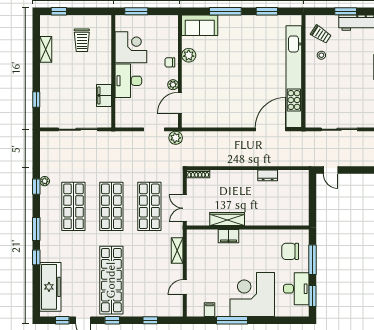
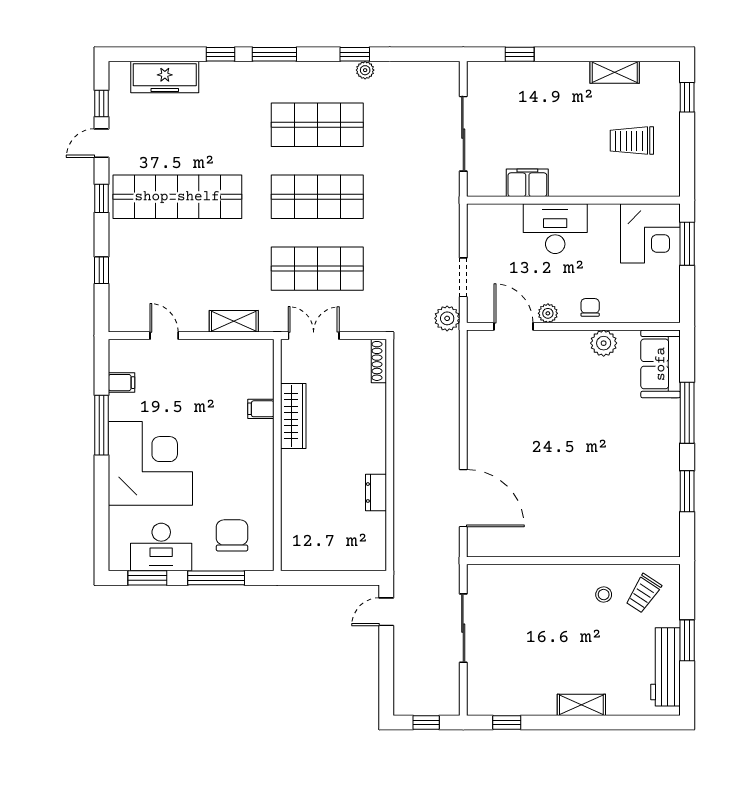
corner desk: (131, 47) -> (650, 233), moved
kitchen unit: (294, 77) -> (563, 543), removed
filing cabinet: (228, 236) -> (261, 409), width x0.50
freezer: (50, 287) -> (165, 77), width x0.73, depth x0.79

